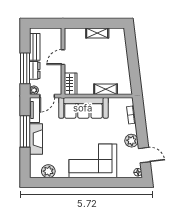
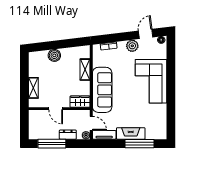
shelving: (97, 33) -> (33, 88), moved
bench: (35, 47) -> (46, 135), removed
boiler: (121, 56) -> (54, 55), added
window: (25, 68) -> (52, 144), moved
window: (25, 131) -> (139, 144), moved
plant: (48, 171) -> (160, 122), removed

